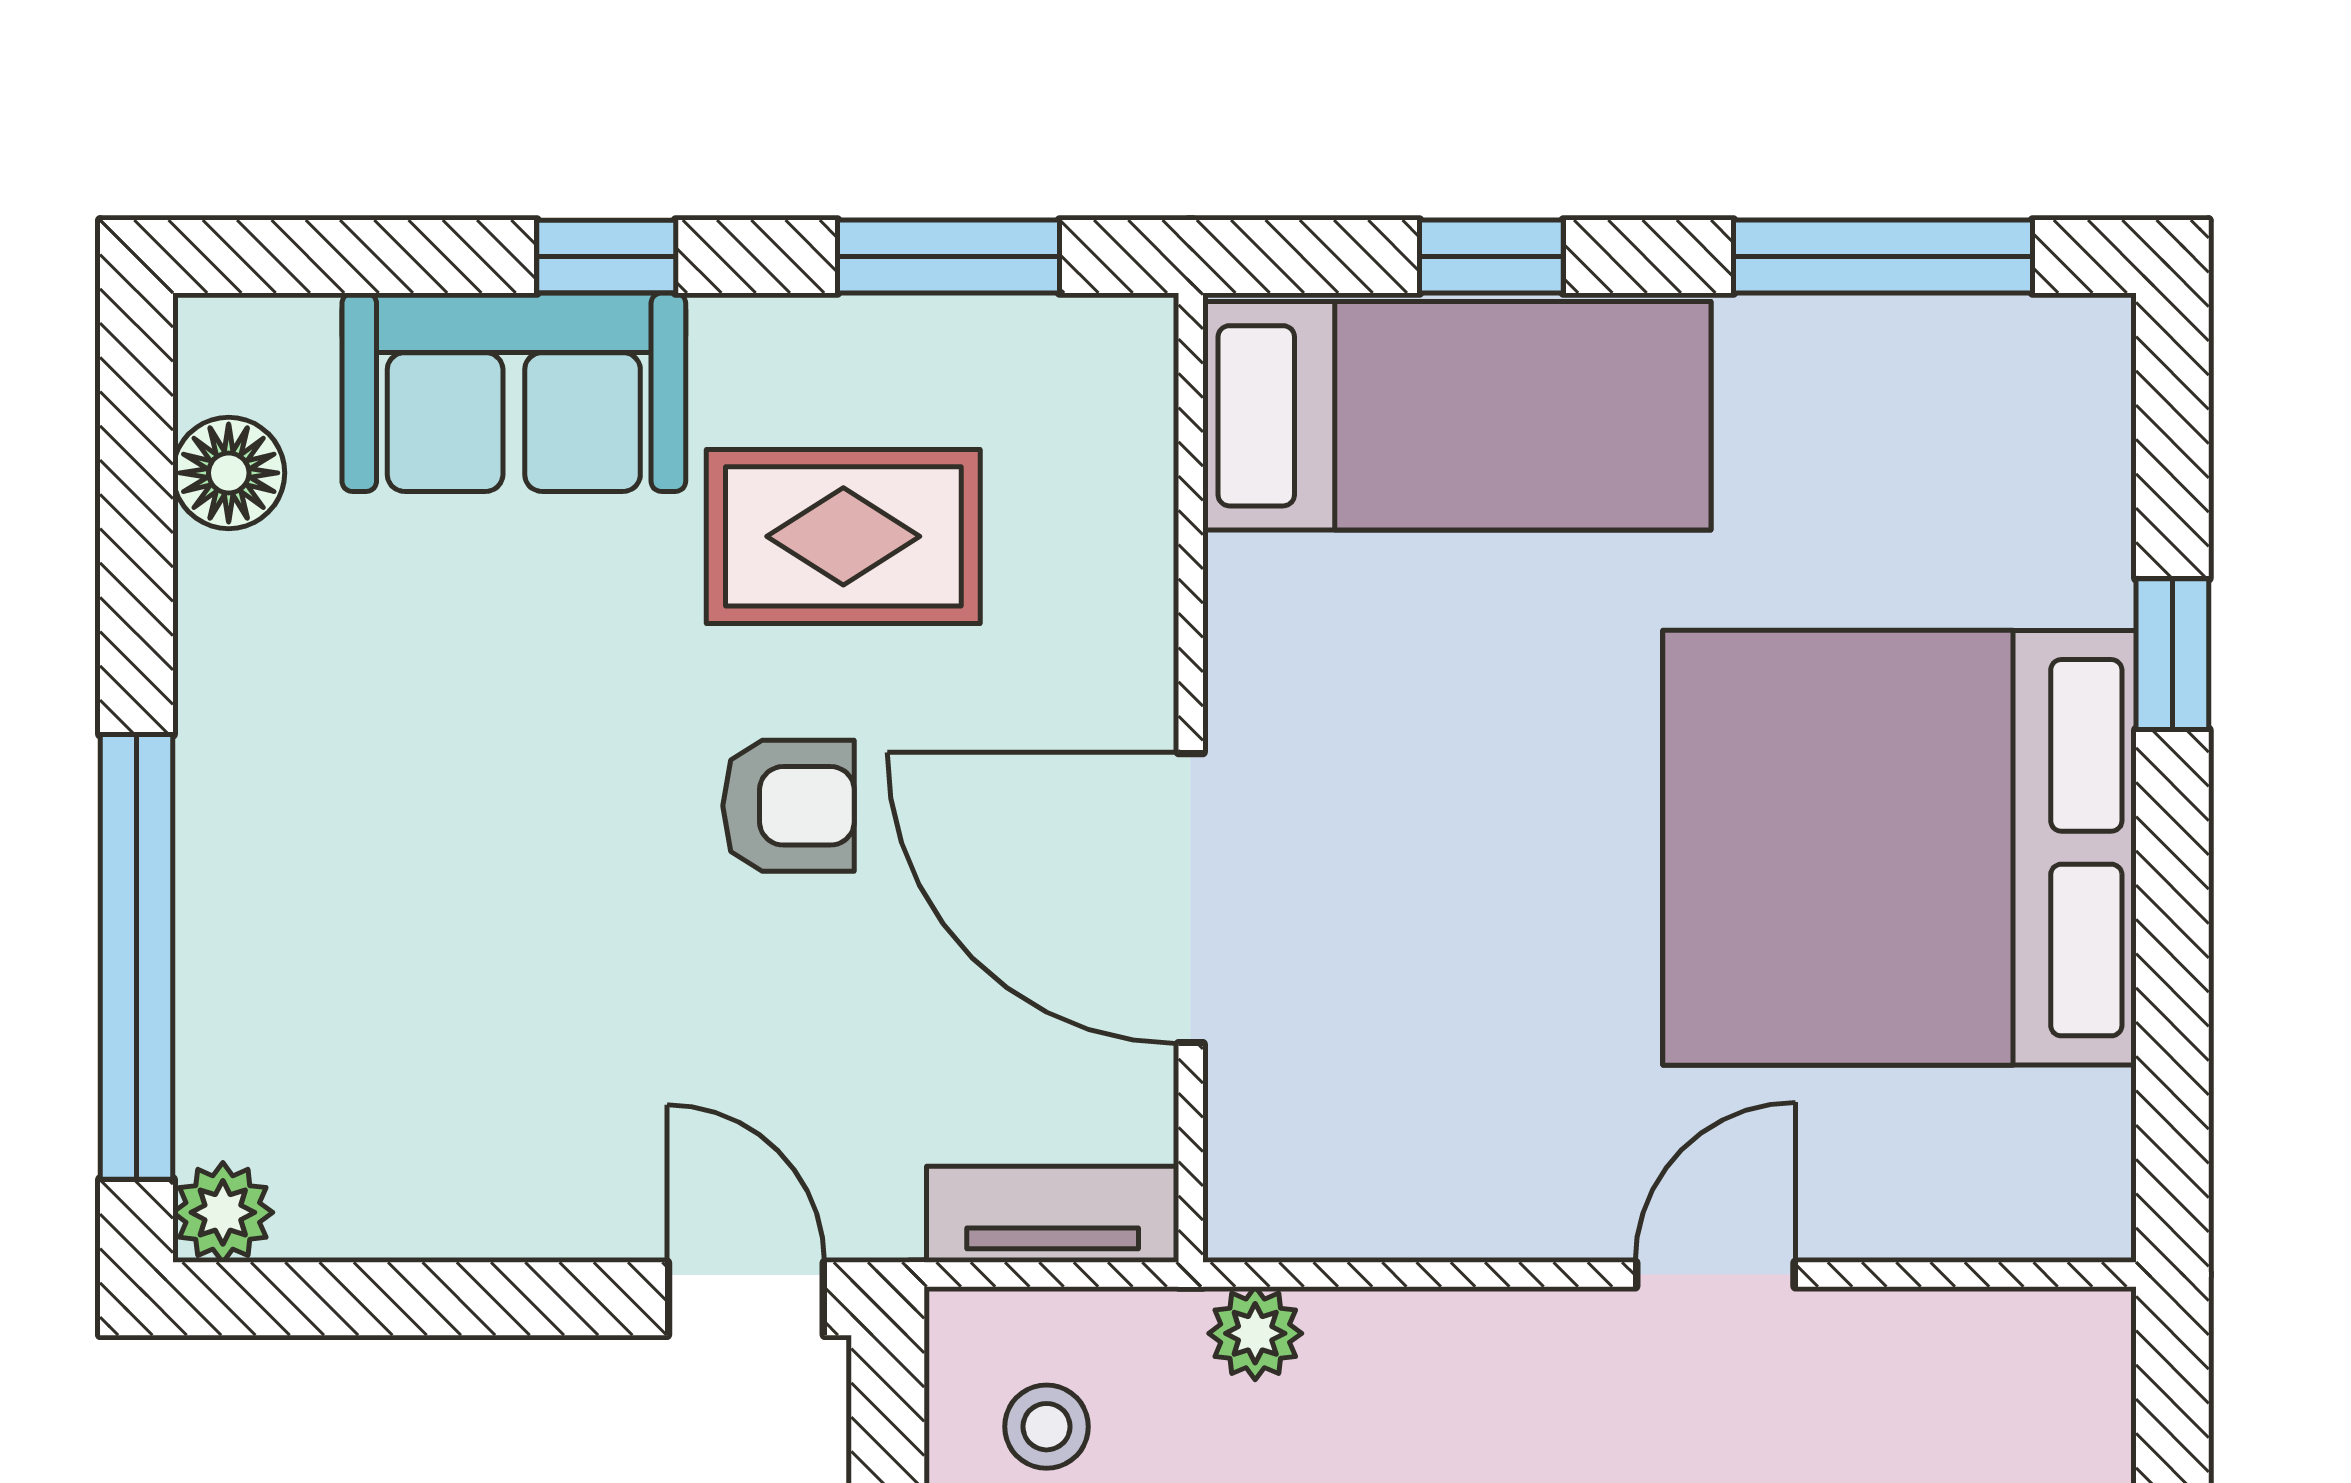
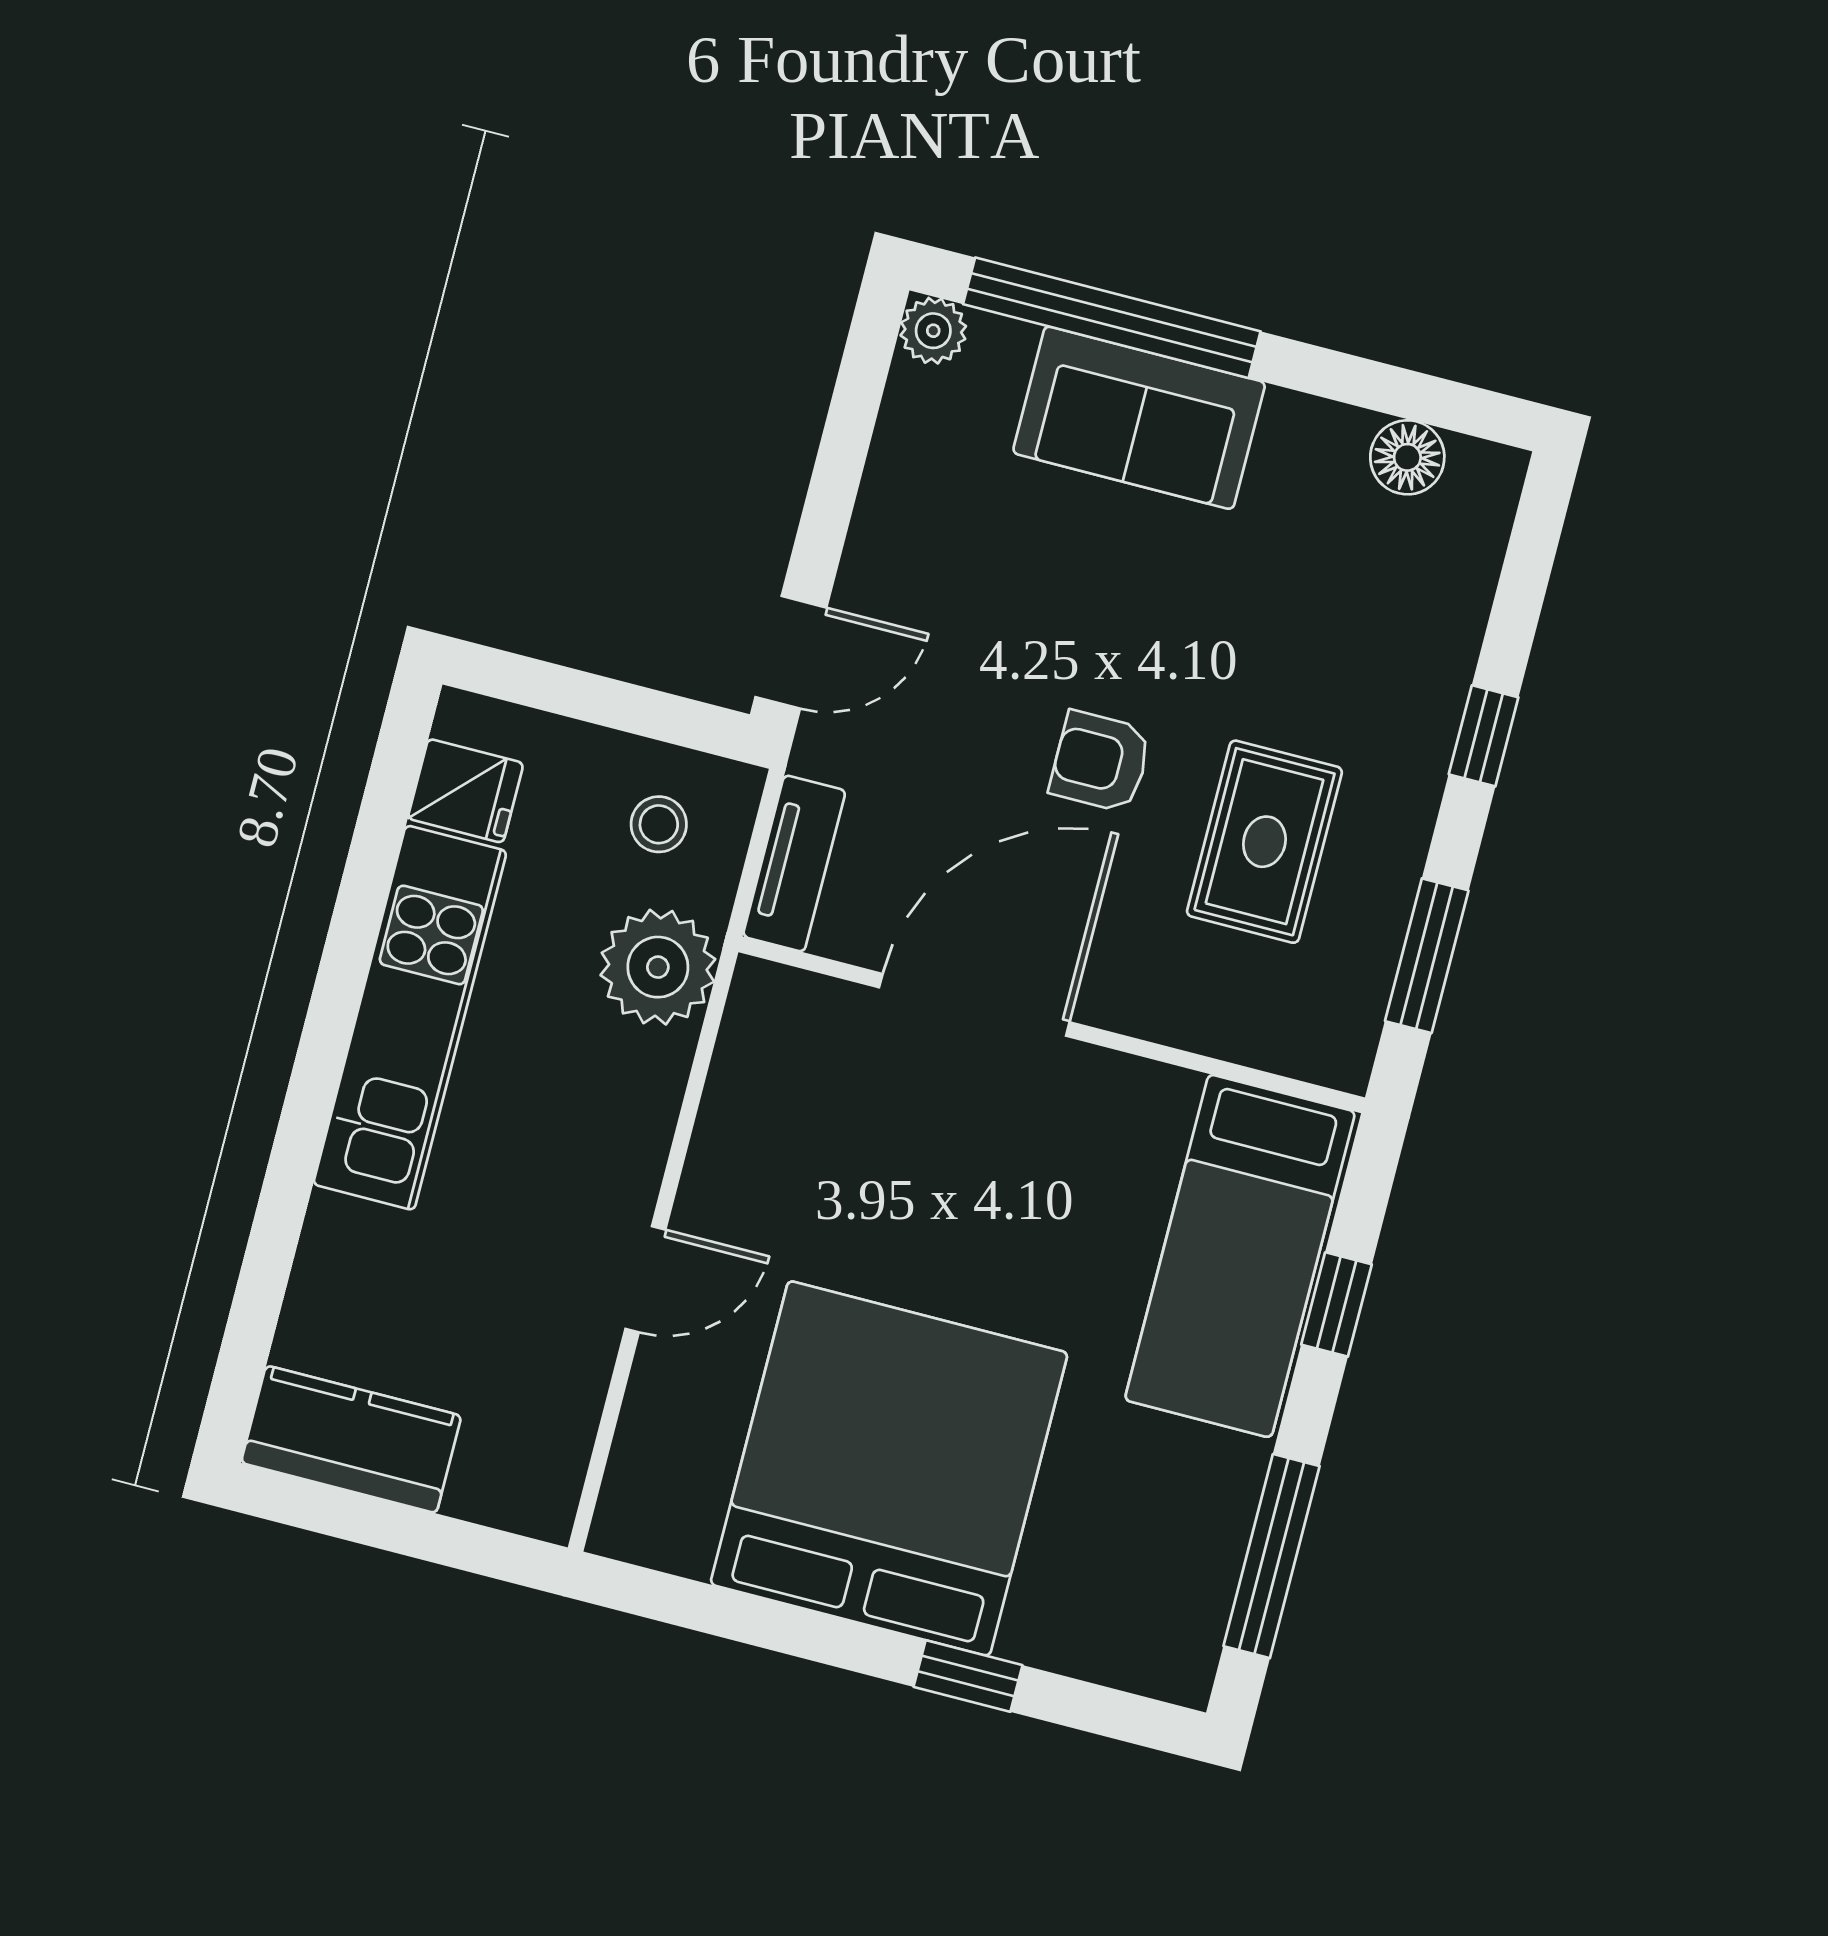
sofa: (514, 392) -> (1139, 418), moved, turned -90
armchair: (789, 806) -> (1100, 762), turned 90
door: (1715, 1275) -> (645, 1279), hinge flipped
plant: (1255, 1333) -> (658, 967), width x1.87, depth x1.87

